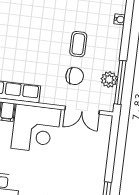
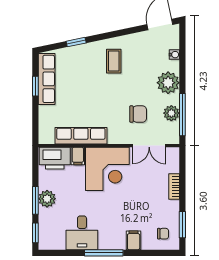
coffee table: (78, 44) -> (114, 61), moved
plant: (110, 48) -> (168, 83), added
bookcase: (103, 155) -> (174, 187), added

